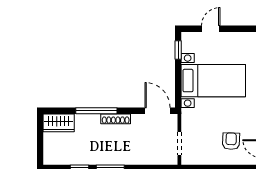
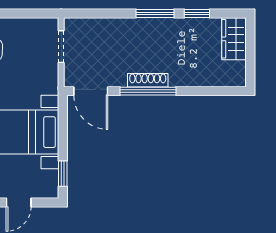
window: (96, 111) -> (148, 91), moved
wardrobe: (59, 123) -> (234, 39), moved, turned -90

